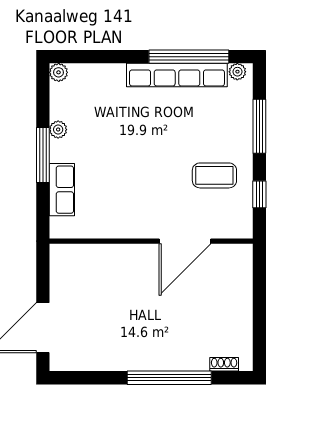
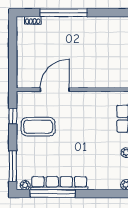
window: (259, 126) -> (13, 166), moved
coffee table: (214, 175) -> (38, 127), width x1.36, depth x1.32

